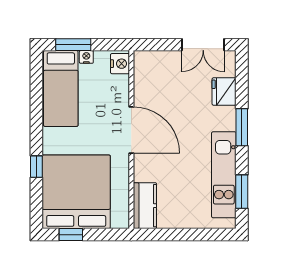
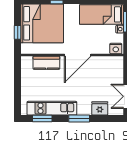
kitchen counter: (145, 206) -> (46, 63), moved
window: (71, 235) -> (18, 32), moved

